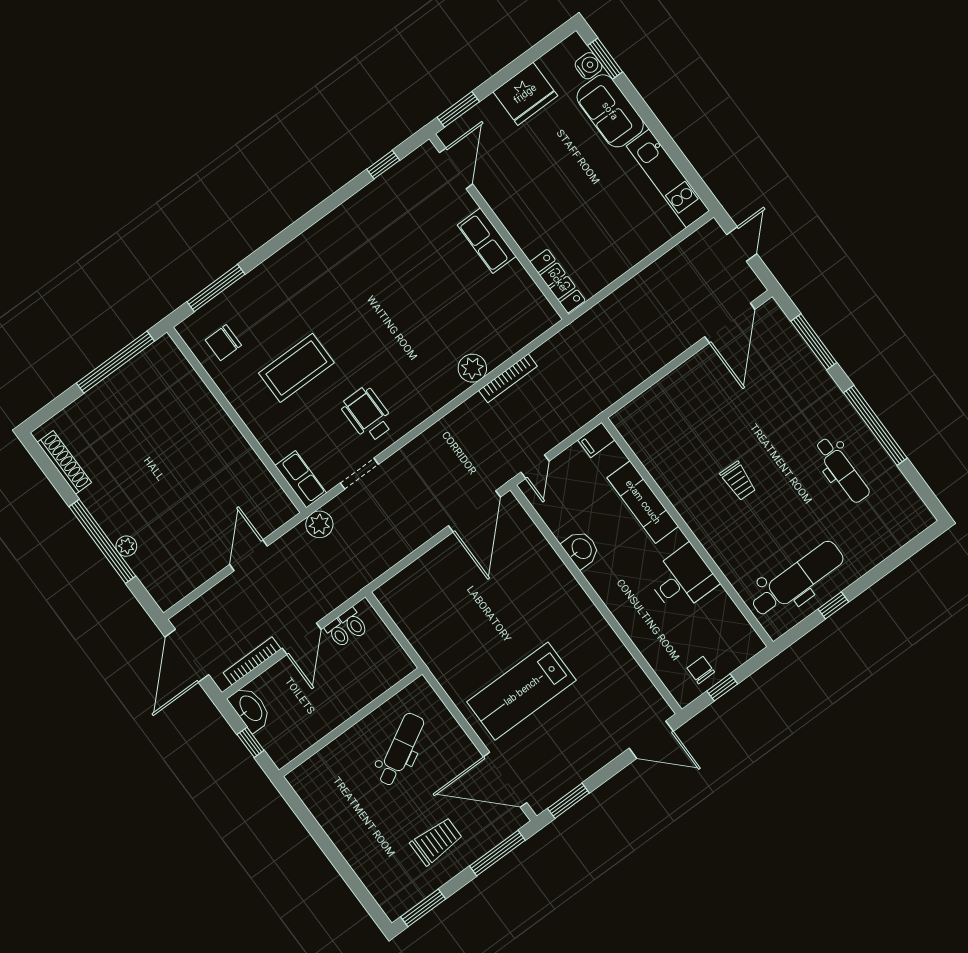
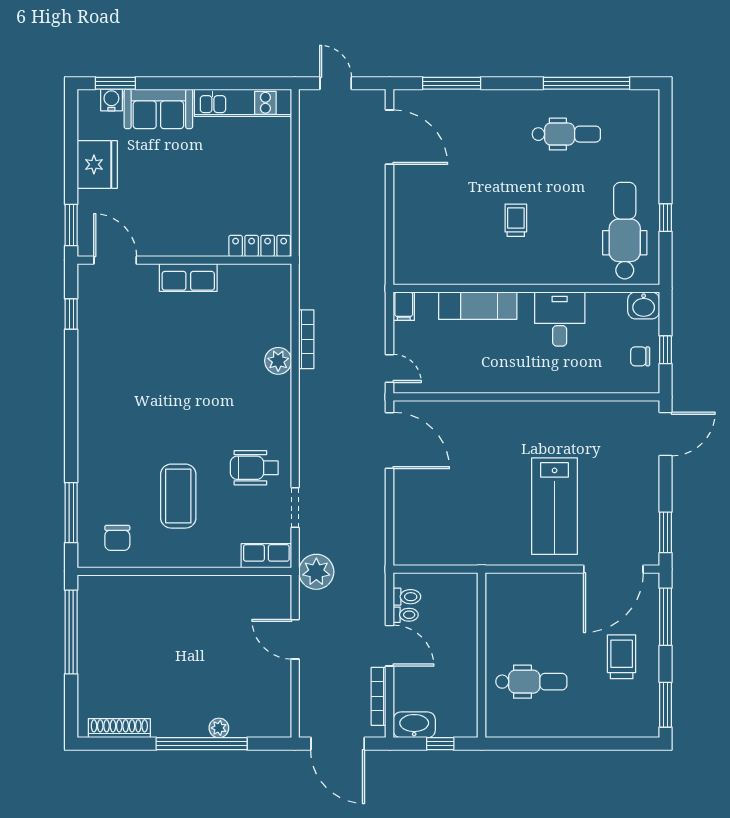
window: (875, 425) -> (586, 83), moved
trolley: (738, 481) -> (516, 220), turned -92
plant: (319, 524) -> (316, 572), width x1.36, depth x1.36
washbasin: (581, 549) -> (644, 305), moved, turned 180
dental chair: (401, 749) -> (531, 682), moved, turned 119

